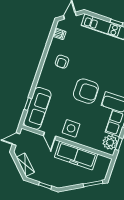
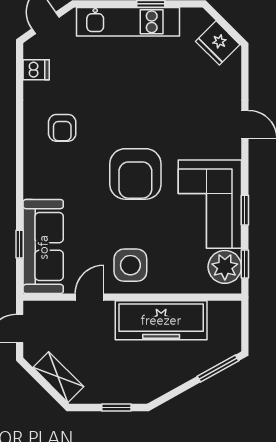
armchair: (86, 91) -> (135, 174), turned 90
door: (50, 136) -> (90, 297), swing flipped

